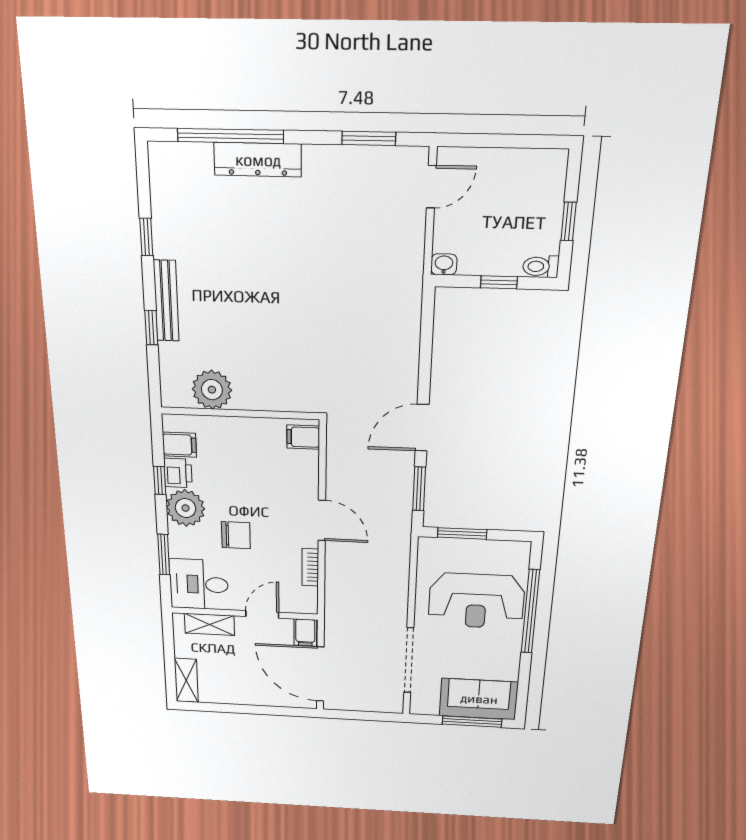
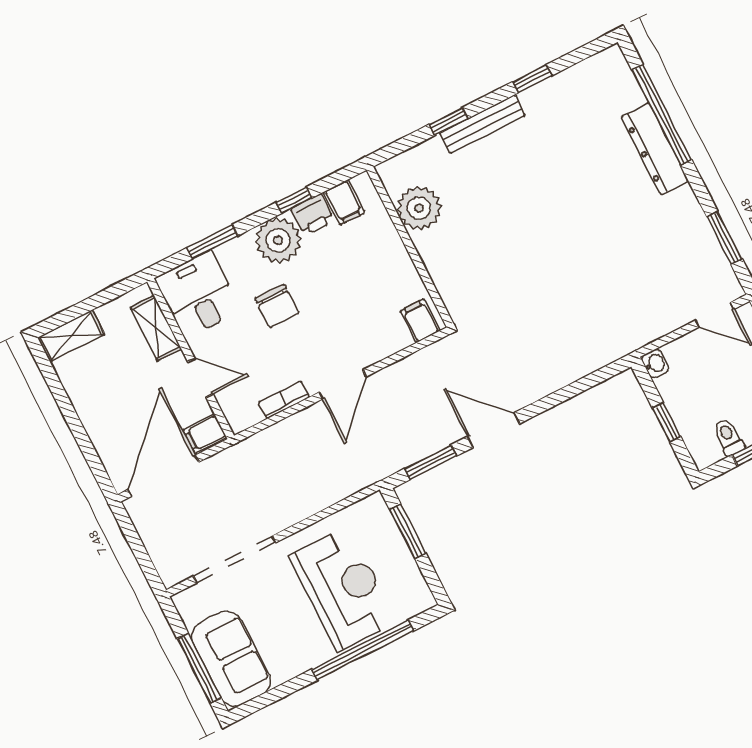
toilet: (541, 267) -> (728, 437), moved
reception desk: (476, 601) -> (343, 589), turned 180

